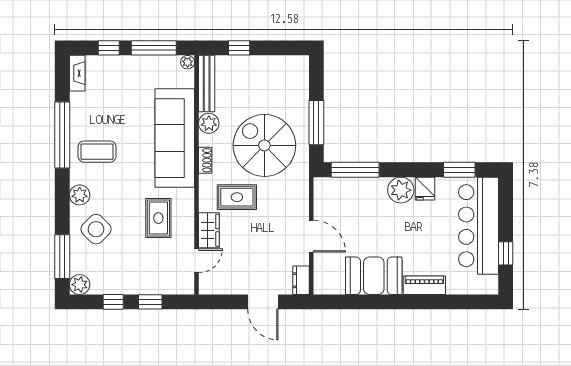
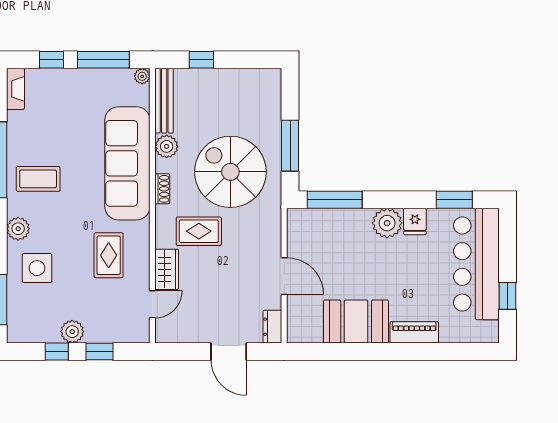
side table: (96, 229) -> (37, 268), turned 45
plant: (80, 285) -> (72, 332), moved

